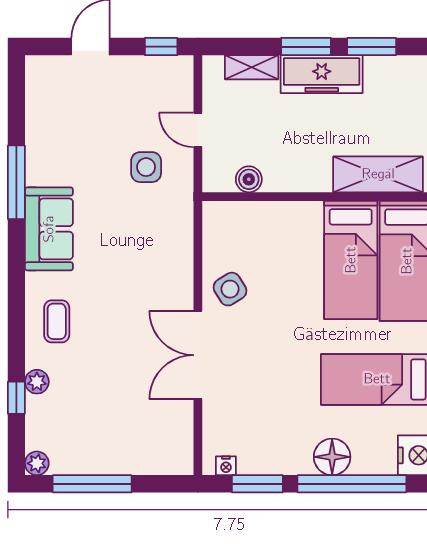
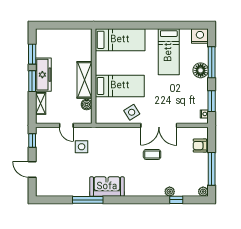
door: (198, 130) -> (66, 125), hinge flipped
shelving: (378, 174) -> (85, 80), moved
bed: (351, 260) -> (120, 86), moved
coffee table: (57, 321) -> (152, 154), moved
armchair: (149, 455) -> (200, 146), added
window: (352, 484) -> (212, 62), width x0.68

